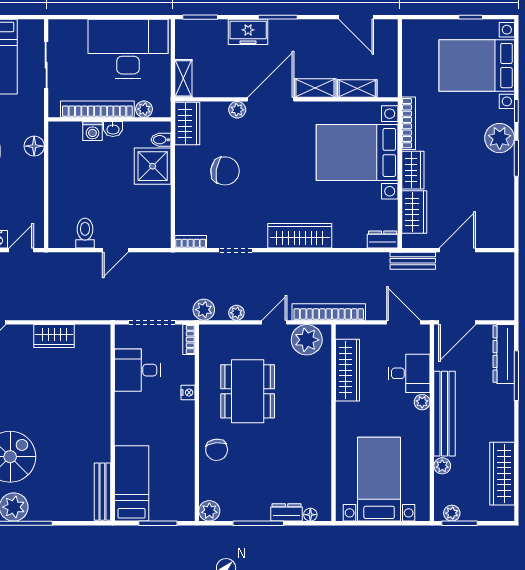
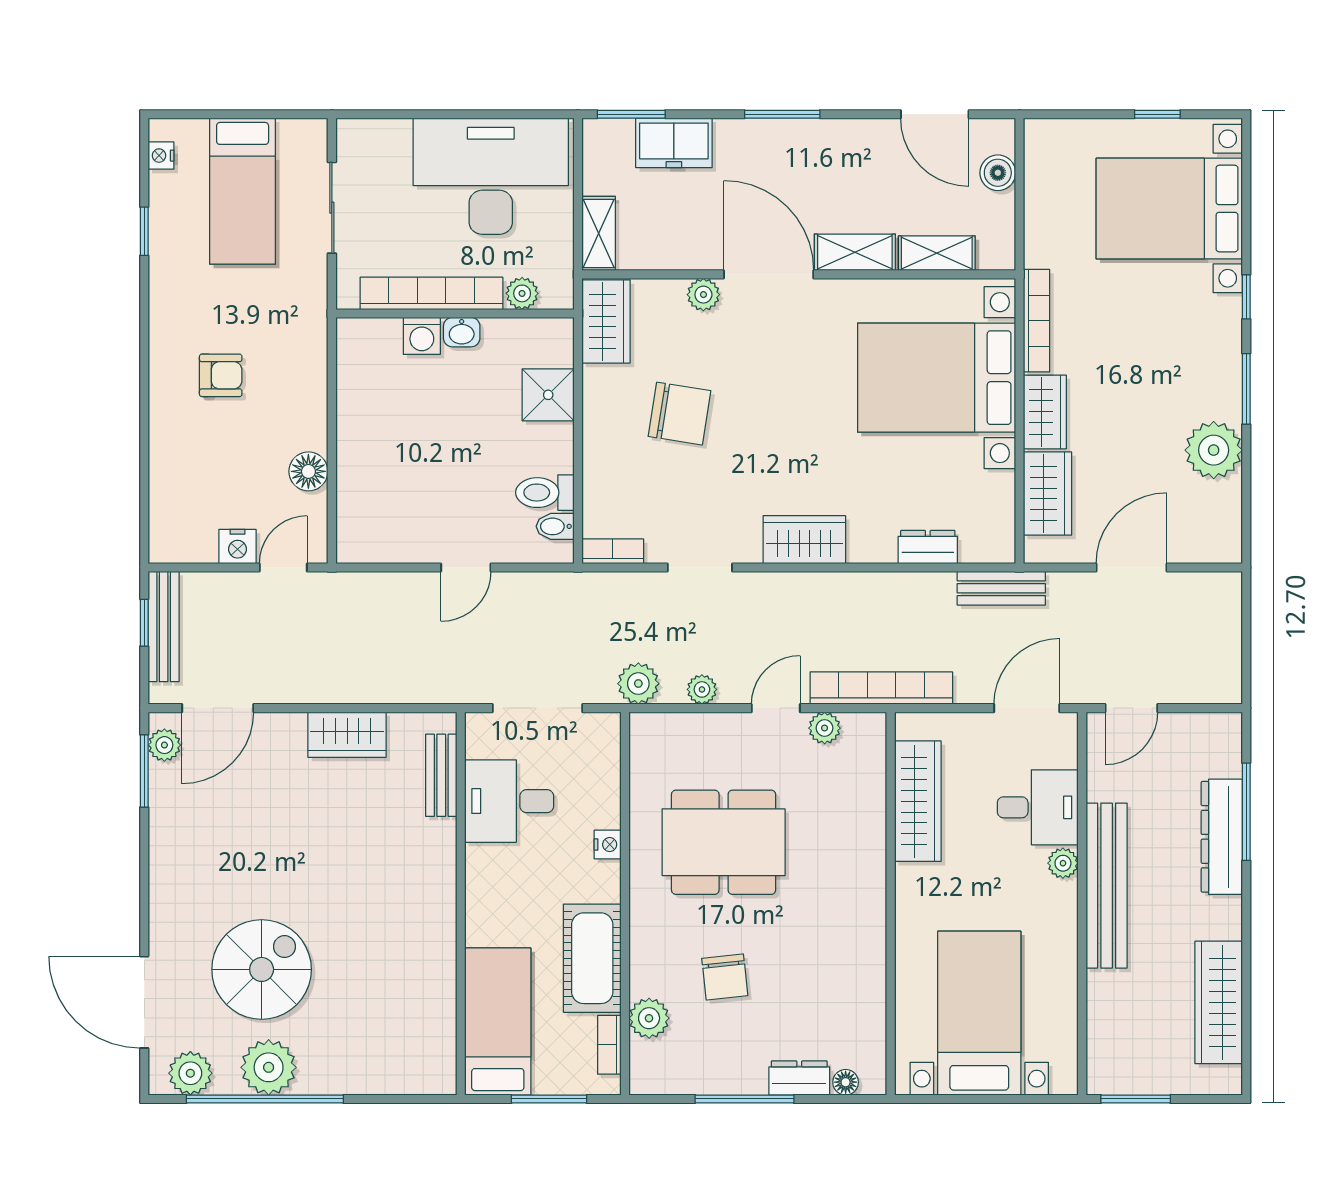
freezer: (248, 32) -> (674, 143), moved
boiler: (389, 47) -> (998, 173), added
door: (271, 99) -> (769, 274), hinge flipped
plant: (500, 138) -> (1214, 450), moved
bidet: (161, 140) -> (555, 526), moved
floor lamp: (34, 146) -> (308, 471), moved
shower: (153, 166) -> (548, 395), width x0.73, depth x0.73
toilet: (85, 233) -> (545, 493), moved, turned -90
wardrobe: (300, 236) -> (804, 540), width x0.67
dresser: (383, 239) -> (928, 547), moved
bench: (413, 261) -> (1001, 588), moved
door: (403, 322) -> (1027, 708), hinge flipped
door: (457, 322) -> (1131, 708), width x0.73
bookcase: (189, 339) -> (609, 1045), moved
plant: (307, 340) -> (825, 728), width x0.53, depth x0.53
dresser: (504, 354) -> (1222, 837), moved
dining table: (248, 391) -> (724, 842), turned 90
chair: (217, 450) -> (725, 977), moved
cot: (180, 451) -> (592, 958), added
plant: (442, 466) -> (1102, 987), removed
bench: (102, 492) -> (441, 775), moved, width x0.73
plant: (209, 511) -> (649, 1018), moved
plant: (452, 513) -> (1121, 1079), removed

